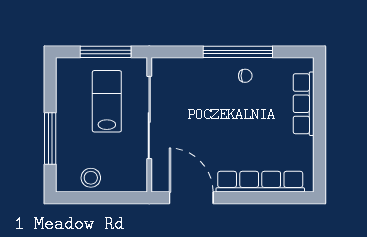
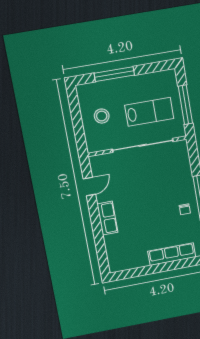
stool: (91, 178) -> (102, 116), moved
row of seats: (260, 182) -> (107, 218), width x0.50
door: (191, 198) -> (89, 187), width x0.53

